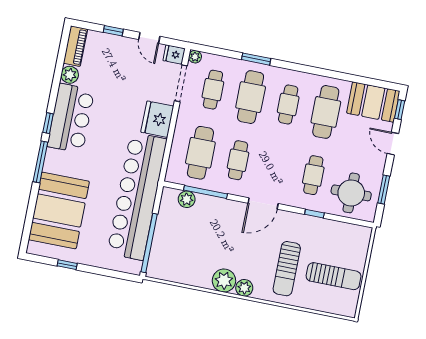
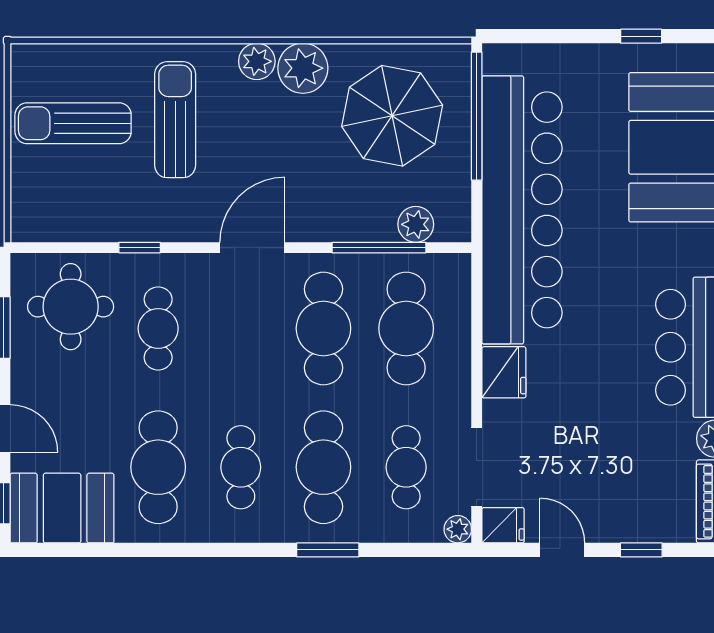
fridge: (157, 119) -> (504, 372), width x0.73, depth x0.75
cafe table: (238, 160) -> (323, 328), width x1.37, depth x1.35
parasol: (188, 251) -> (392, 116), added

